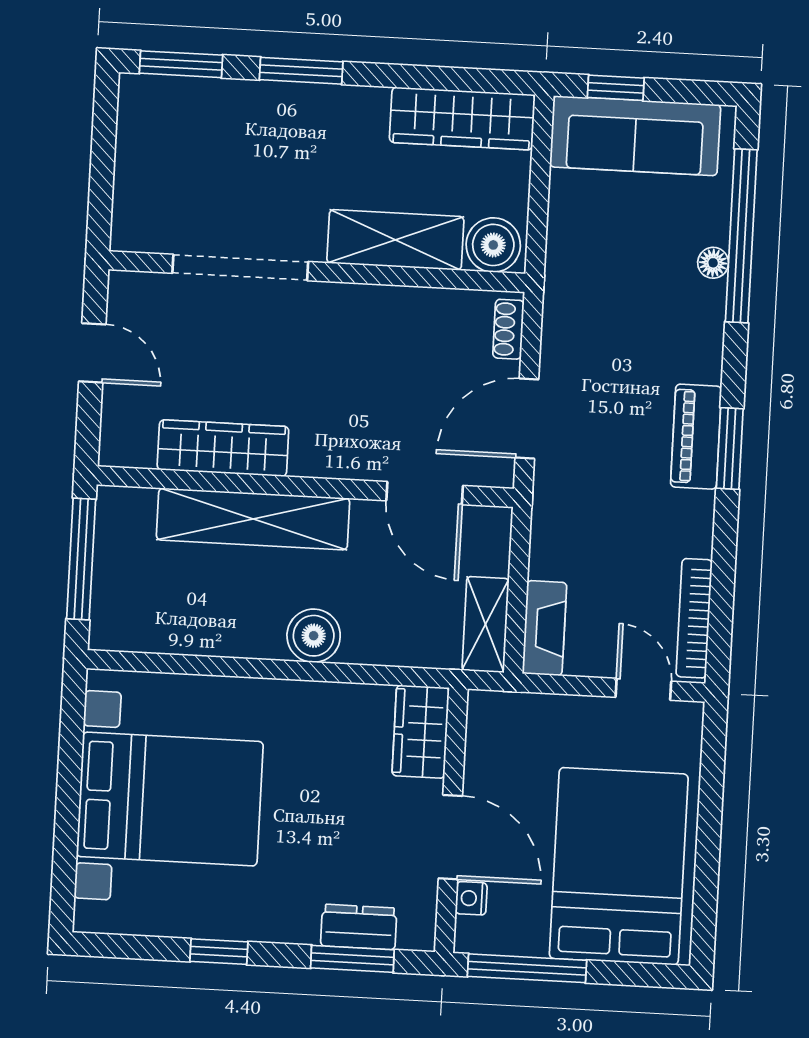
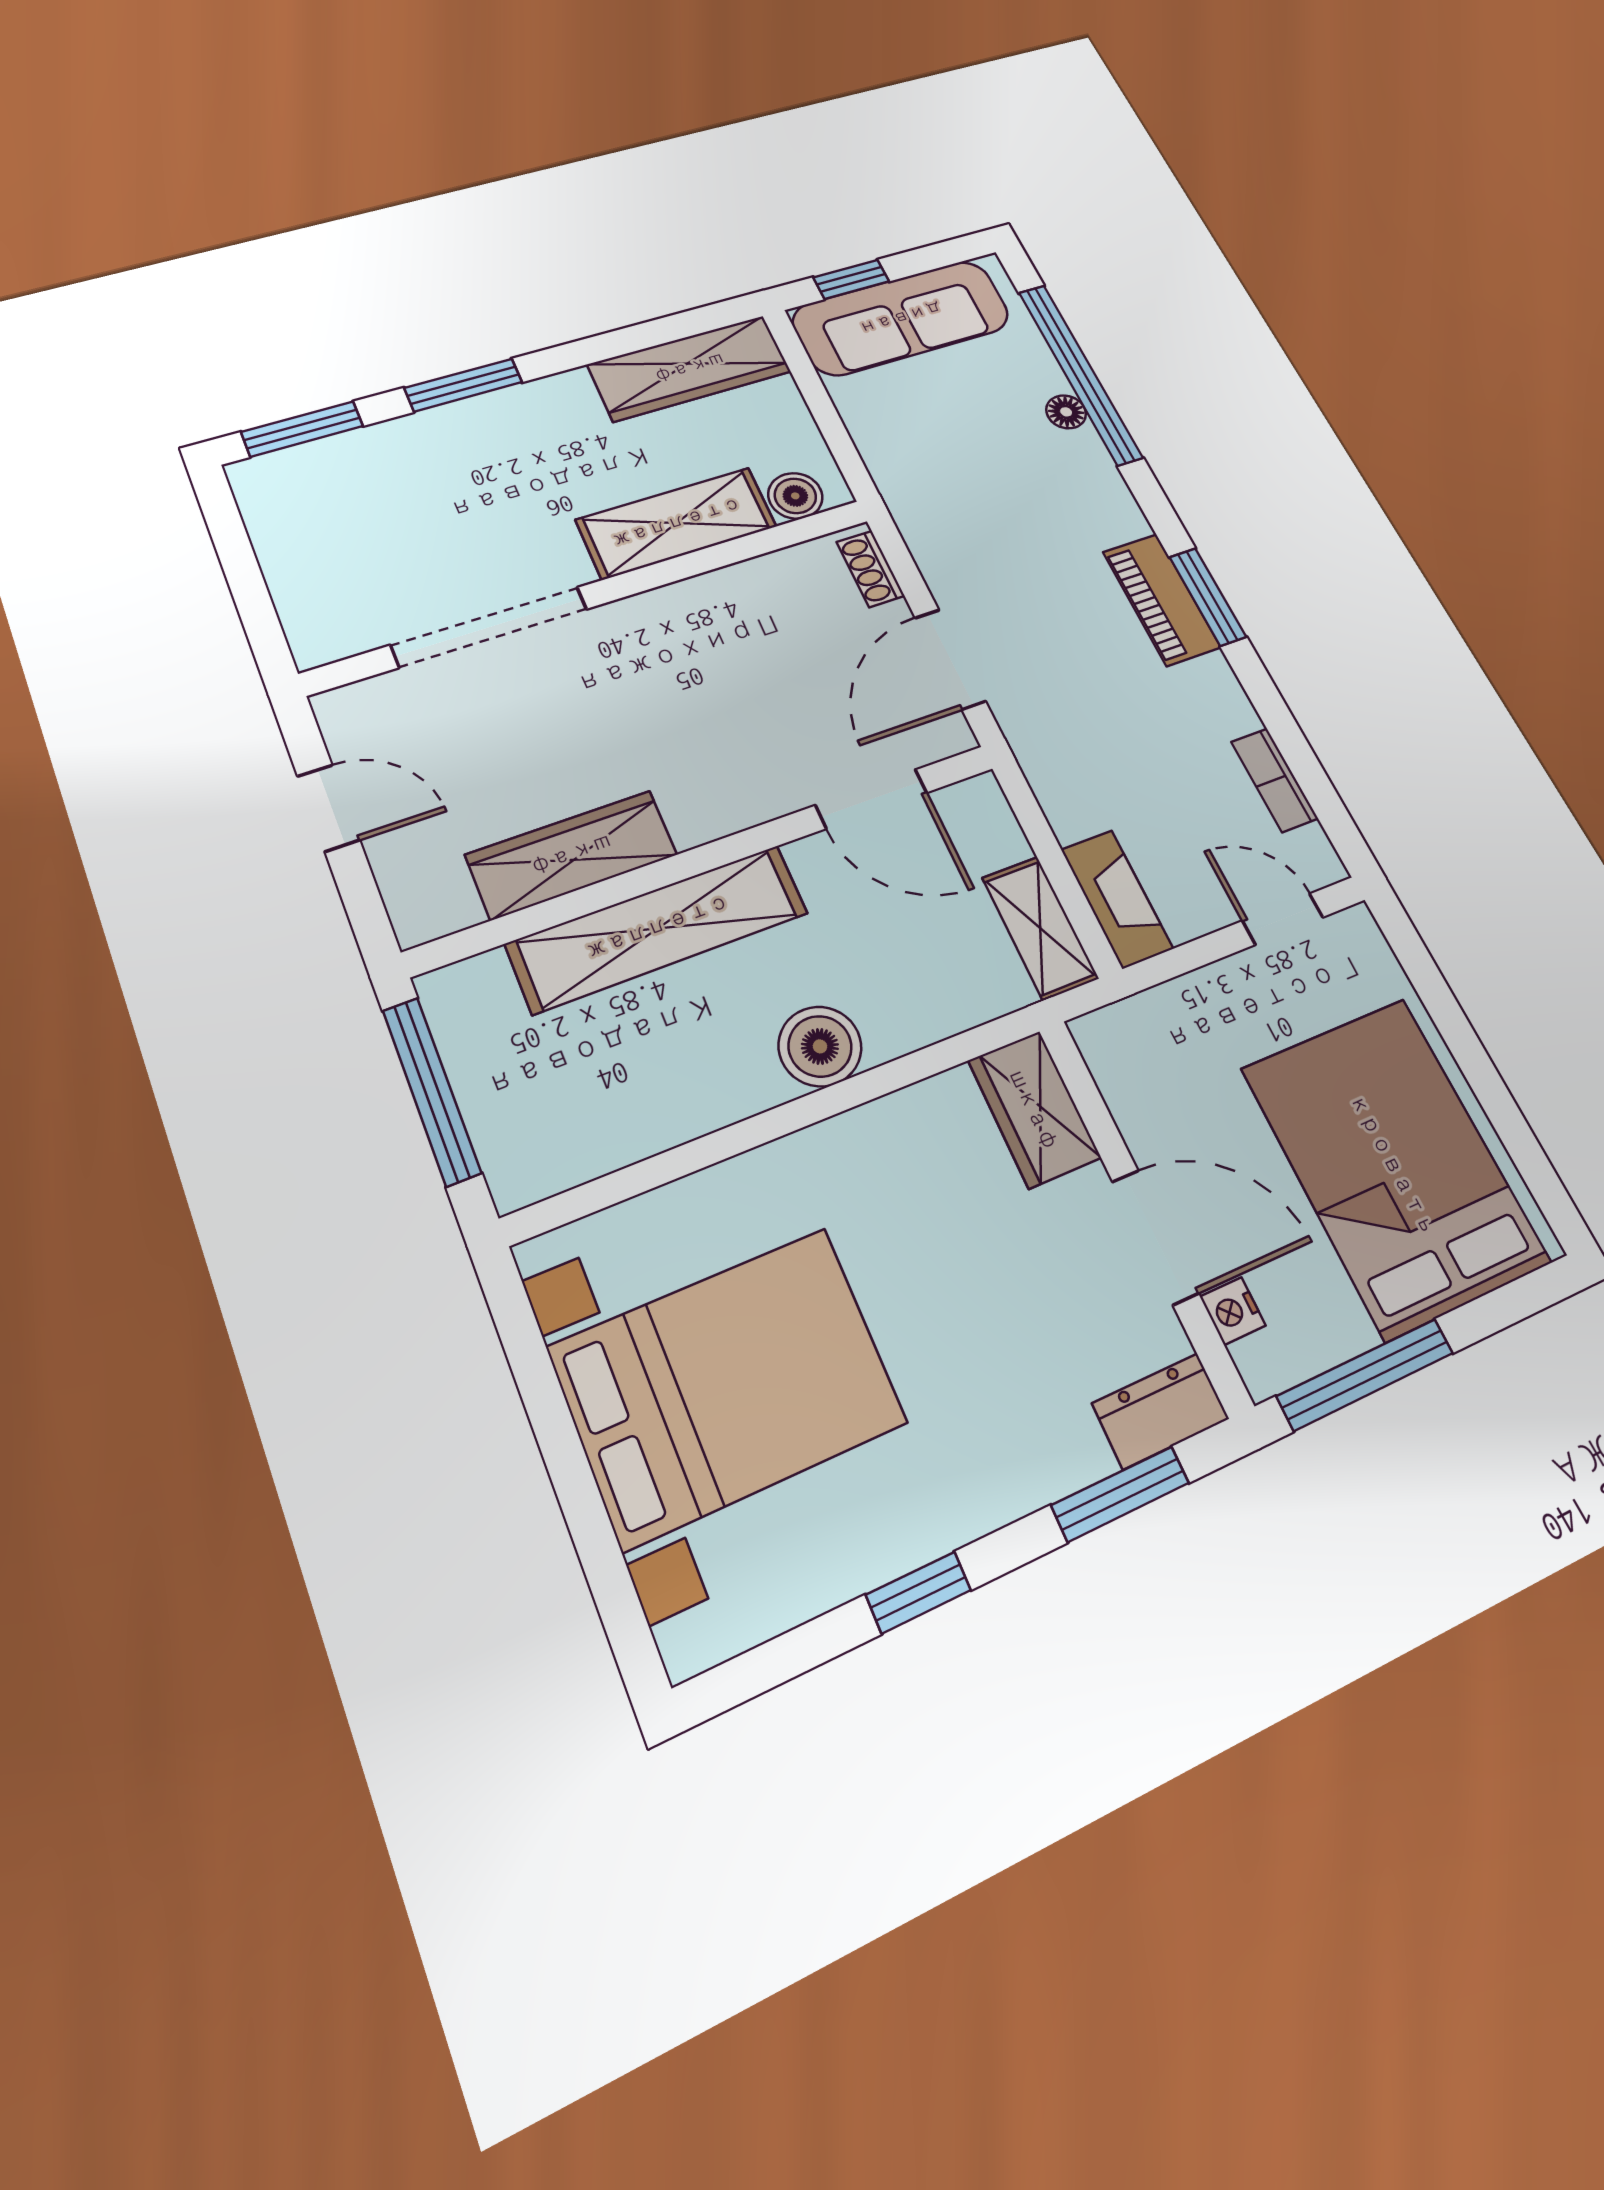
boiler: (493, 245) -> (795, 496), width x0.73, depth x0.73
bookcase: (694, 618) -> (1274, 780), width x0.64
dresser: (359, 927) -> (1161, 1411), moved

